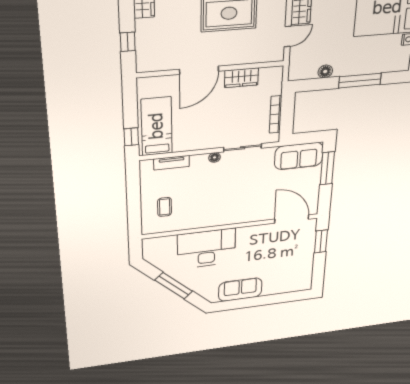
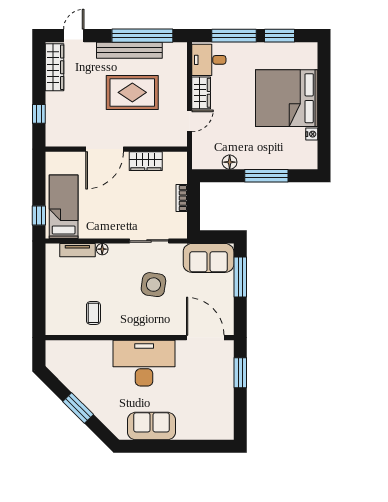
bookcase: (276, 114) -> (182, 198), width x0.64
floor lamp: (215, 157) -> (102, 249), moved
side table: (246, 183) -> (153, 285), added
coffee table: (165, 207) -> (93, 313), moved
desk: (206, 249) -> (144, 363), moved
window: (174, 286) -> (78, 408), width x0.69

